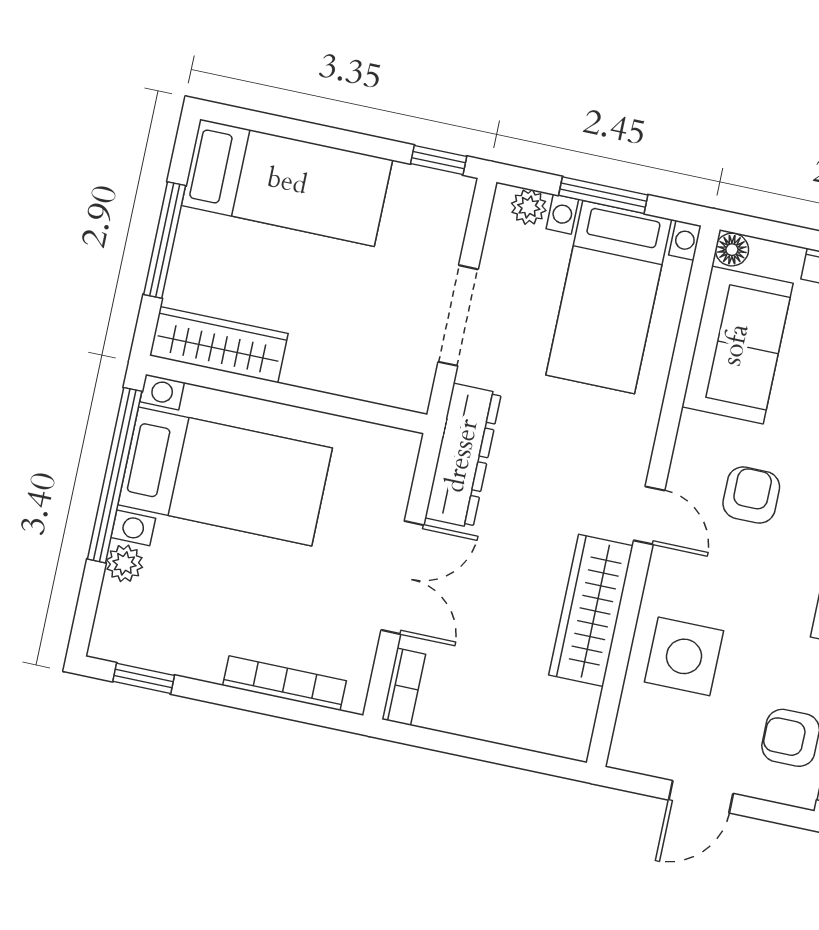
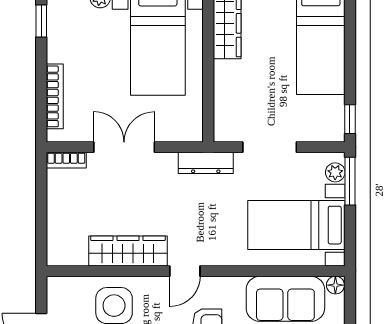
window: (603, 195) -> (350, 181), moved
dresser: (463, 456) -> (206, 163), width x0.73, depth x0.80
double door: (402, 578) -> (124, 147), swing flipped

